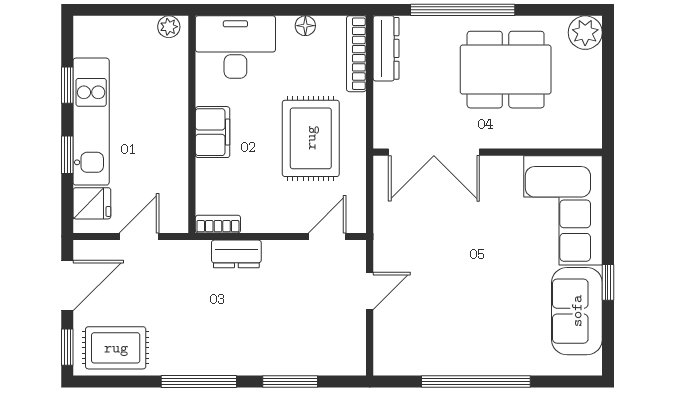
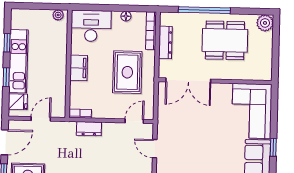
dresser: (386, 48) -> (165, 42), moved
door: (370, 291) -> (155, 149), swing flipped

